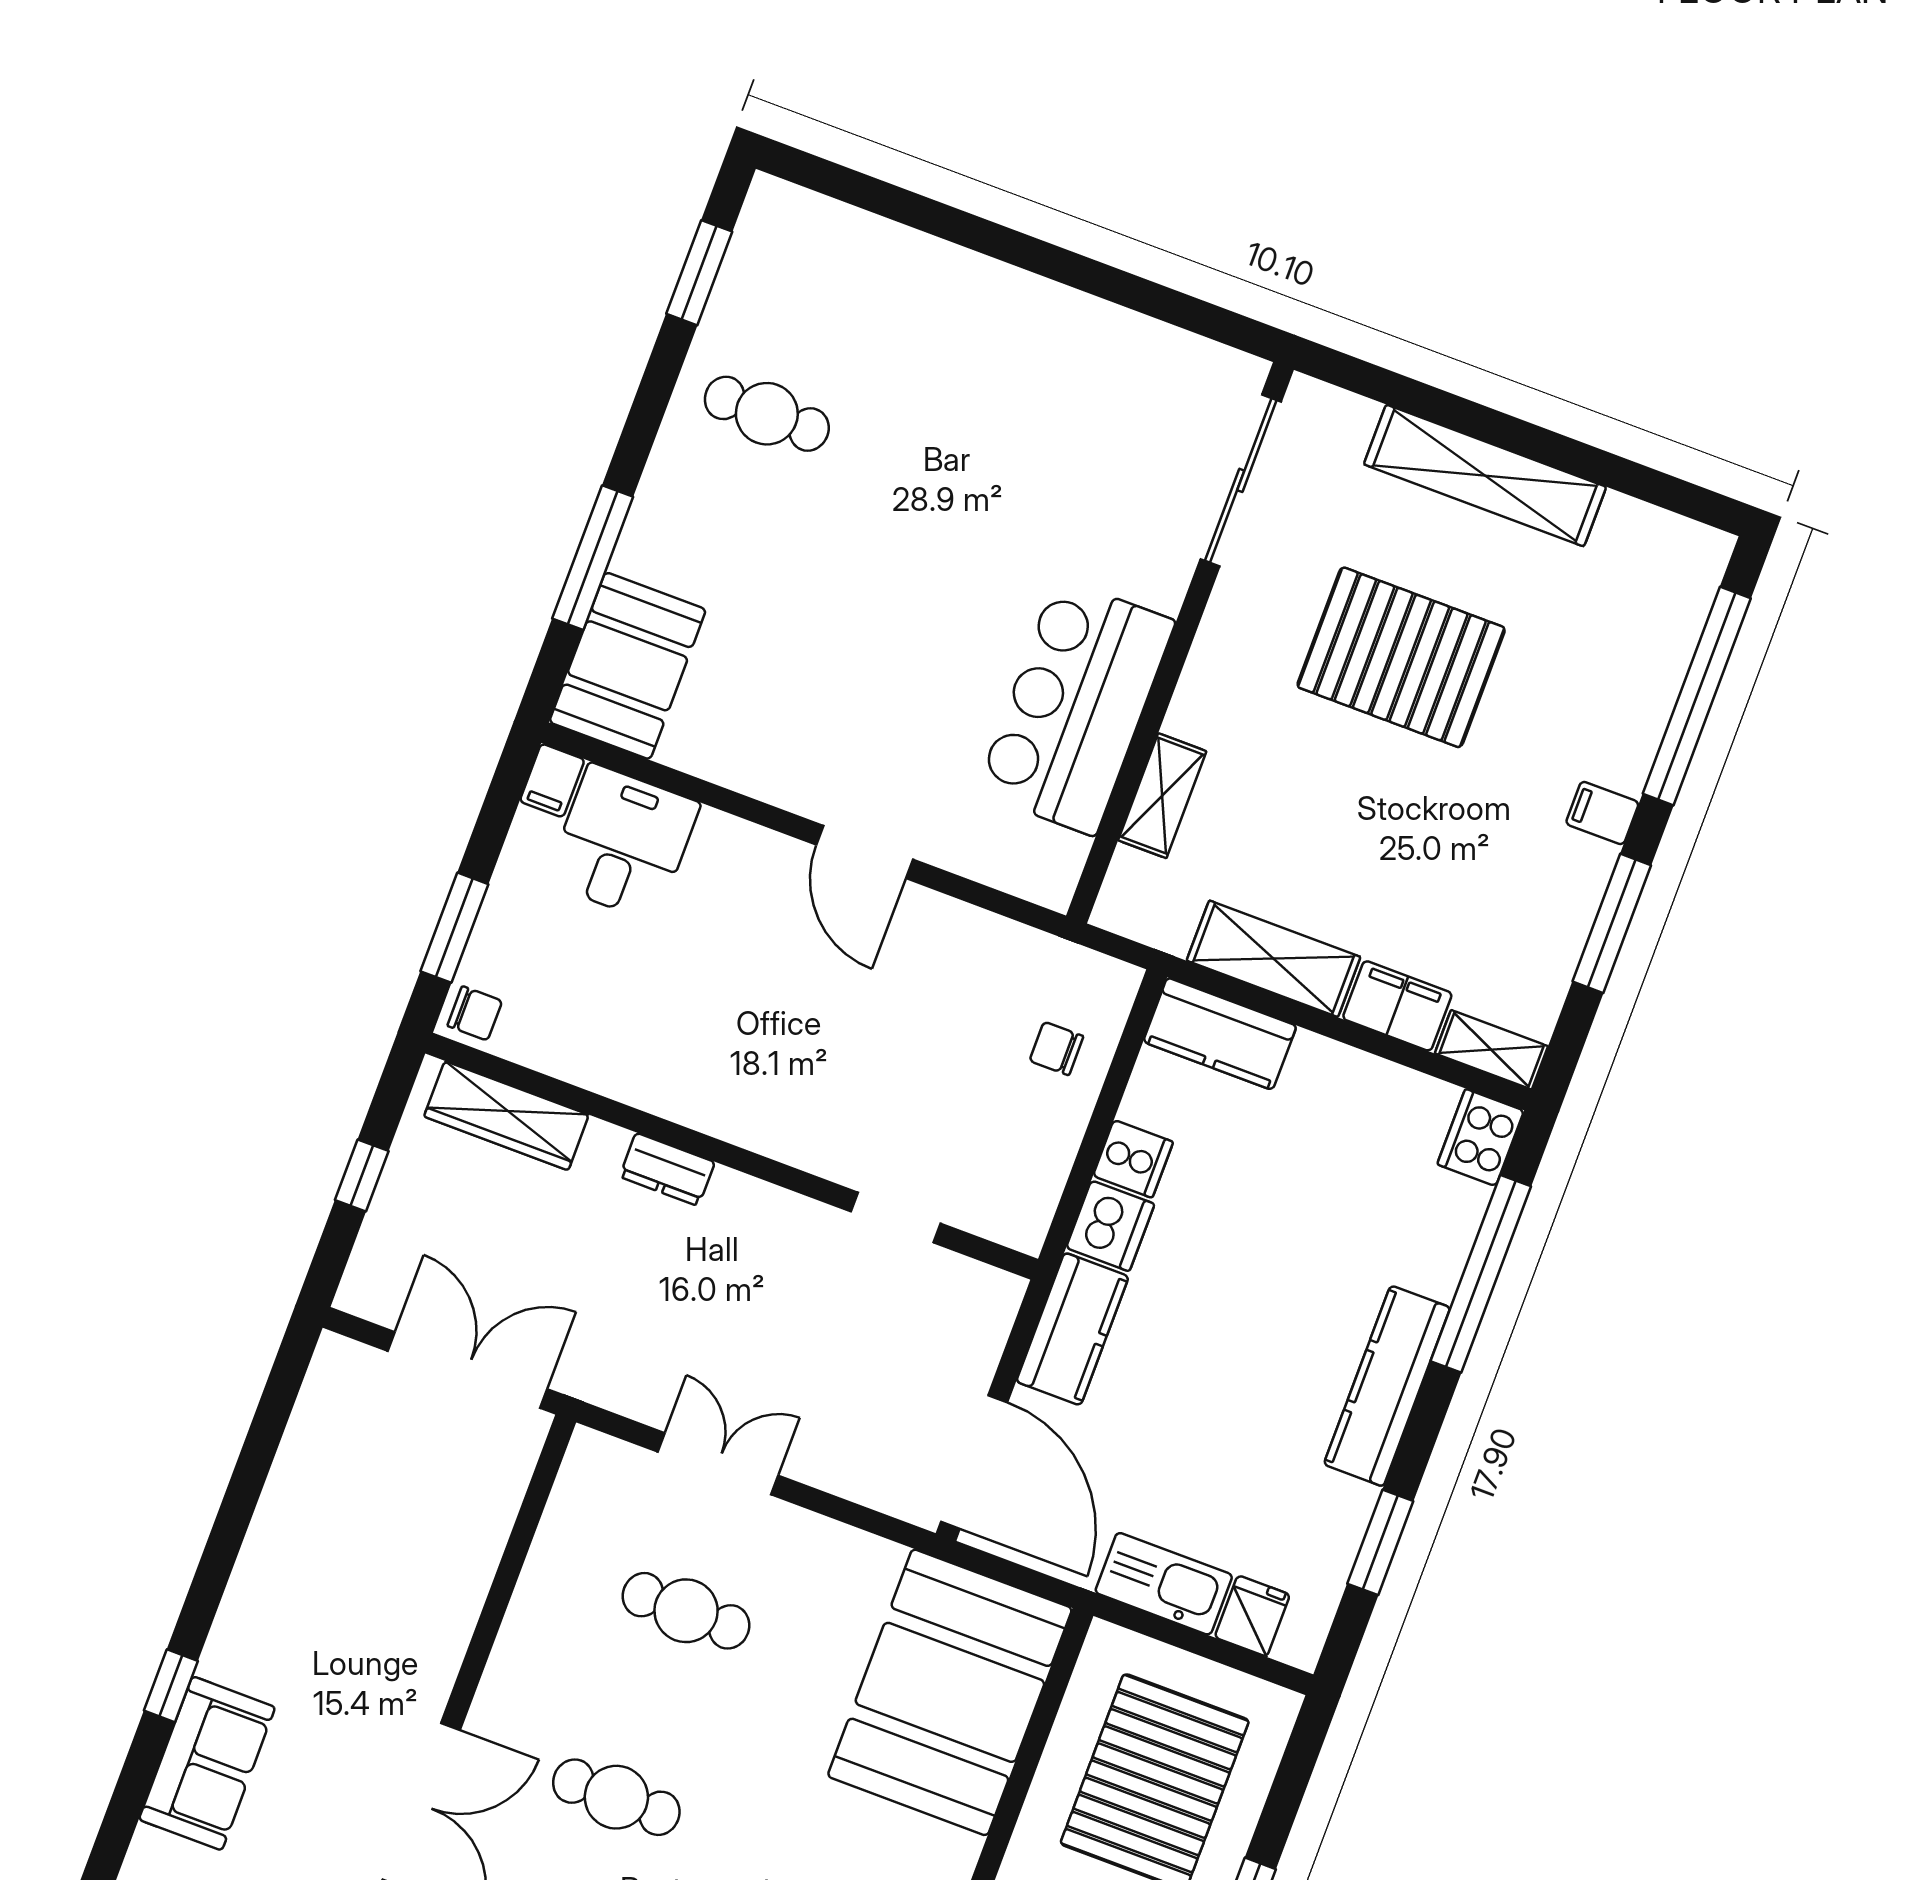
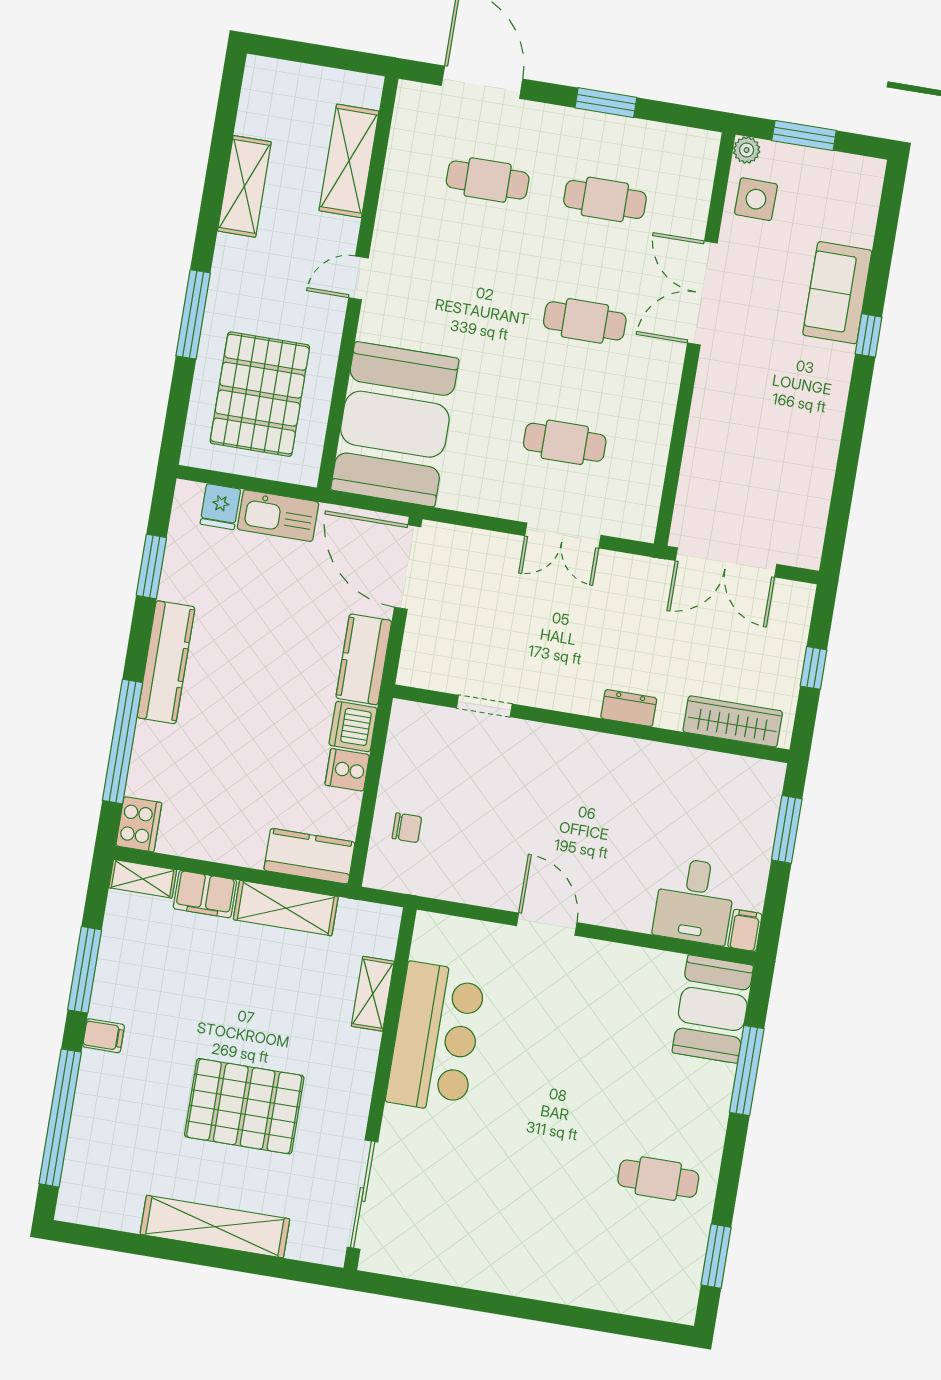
chair: (475, 1013) -> (764, 780), removed

